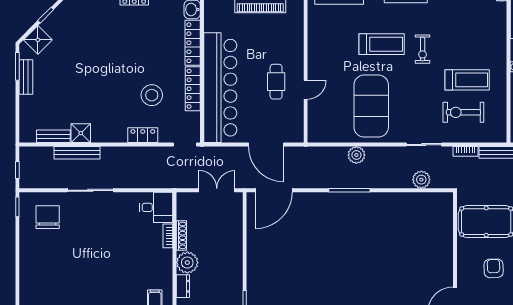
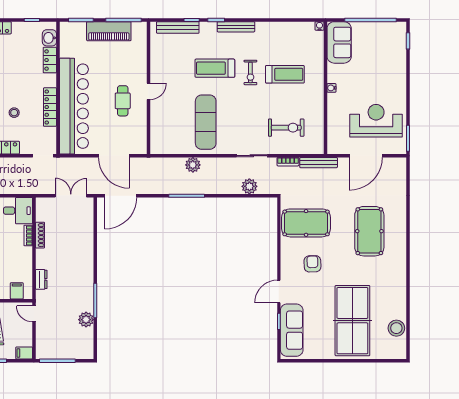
locker: (193, 43) -> (50, 60), width x0.66
treadmill: (382, 44) -> (215, 68), turned 180
treadmill: (467, 80) -> (285, 74), moved
door: (306, 90) -> (148, 91), moved
stool: (152, 95) -> (14, 113), width x0.53, depth x0.53
exercise mat: (371, 106) -> (206, 122), width x0.68
exercise bike: (463, 112) -> (286, 128), turned 180
plant: (187, 263) -> (45, 259), removed

